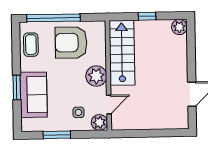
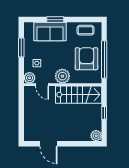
window: (53, 18) -> (104, 60), moved

